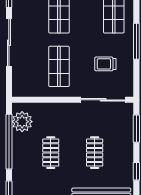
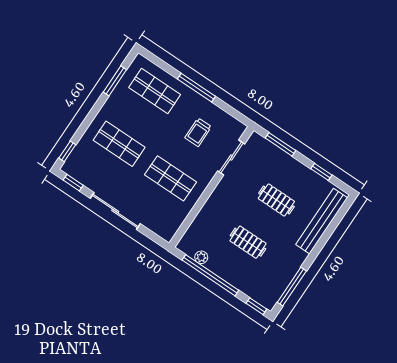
sliding door: (103, 100) -> (231, 158), width x0.73
plant: (22, 122) -> (201, 257), width x0.53, depth x0.53

